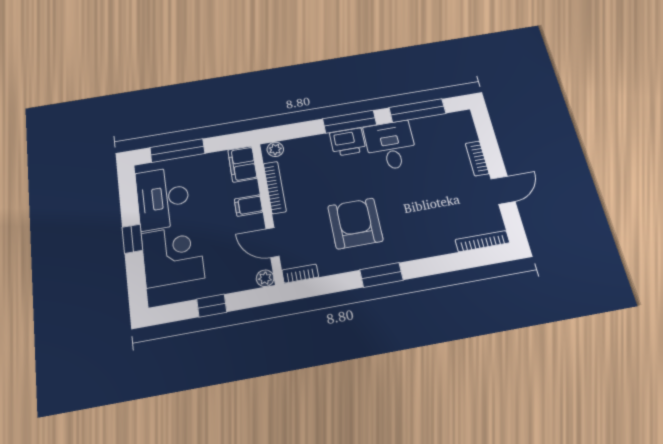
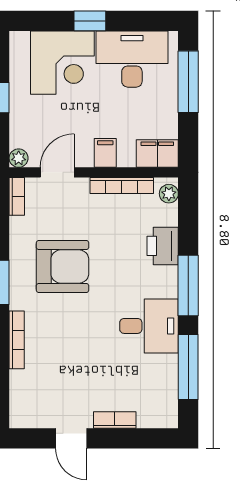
printer: (348, 142) -> (163, 246), moved
bookcase: (482, 241) -> (17, 340), moved

